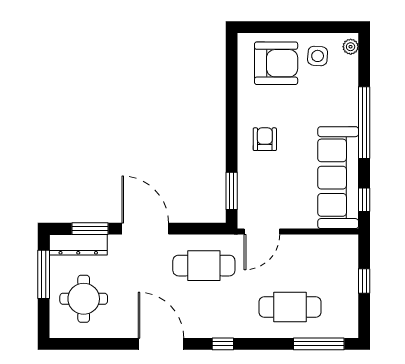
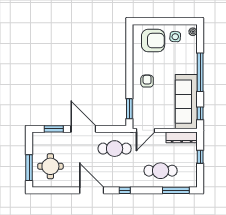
dresser: (78, 245) -> (182, 137), moved
window: (44, 274) -> (29, 168), moved

